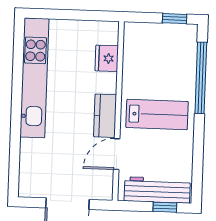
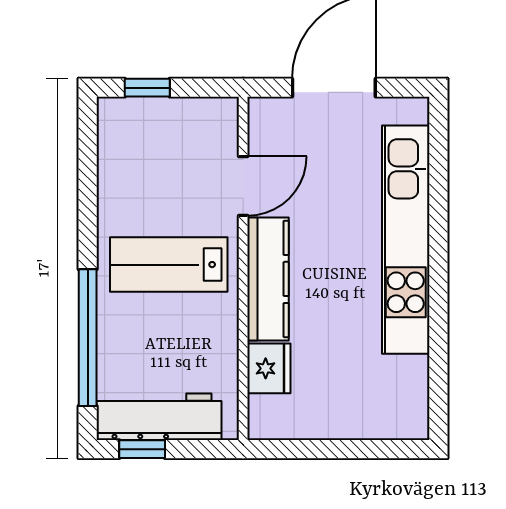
kitchen unit: (35, 78) -> (406, 240), moved
kitchen counter: (105, 116) -> (268, 279), width x1.50
workbench: (157, 190) -> (159, 417), moved, turned 180

